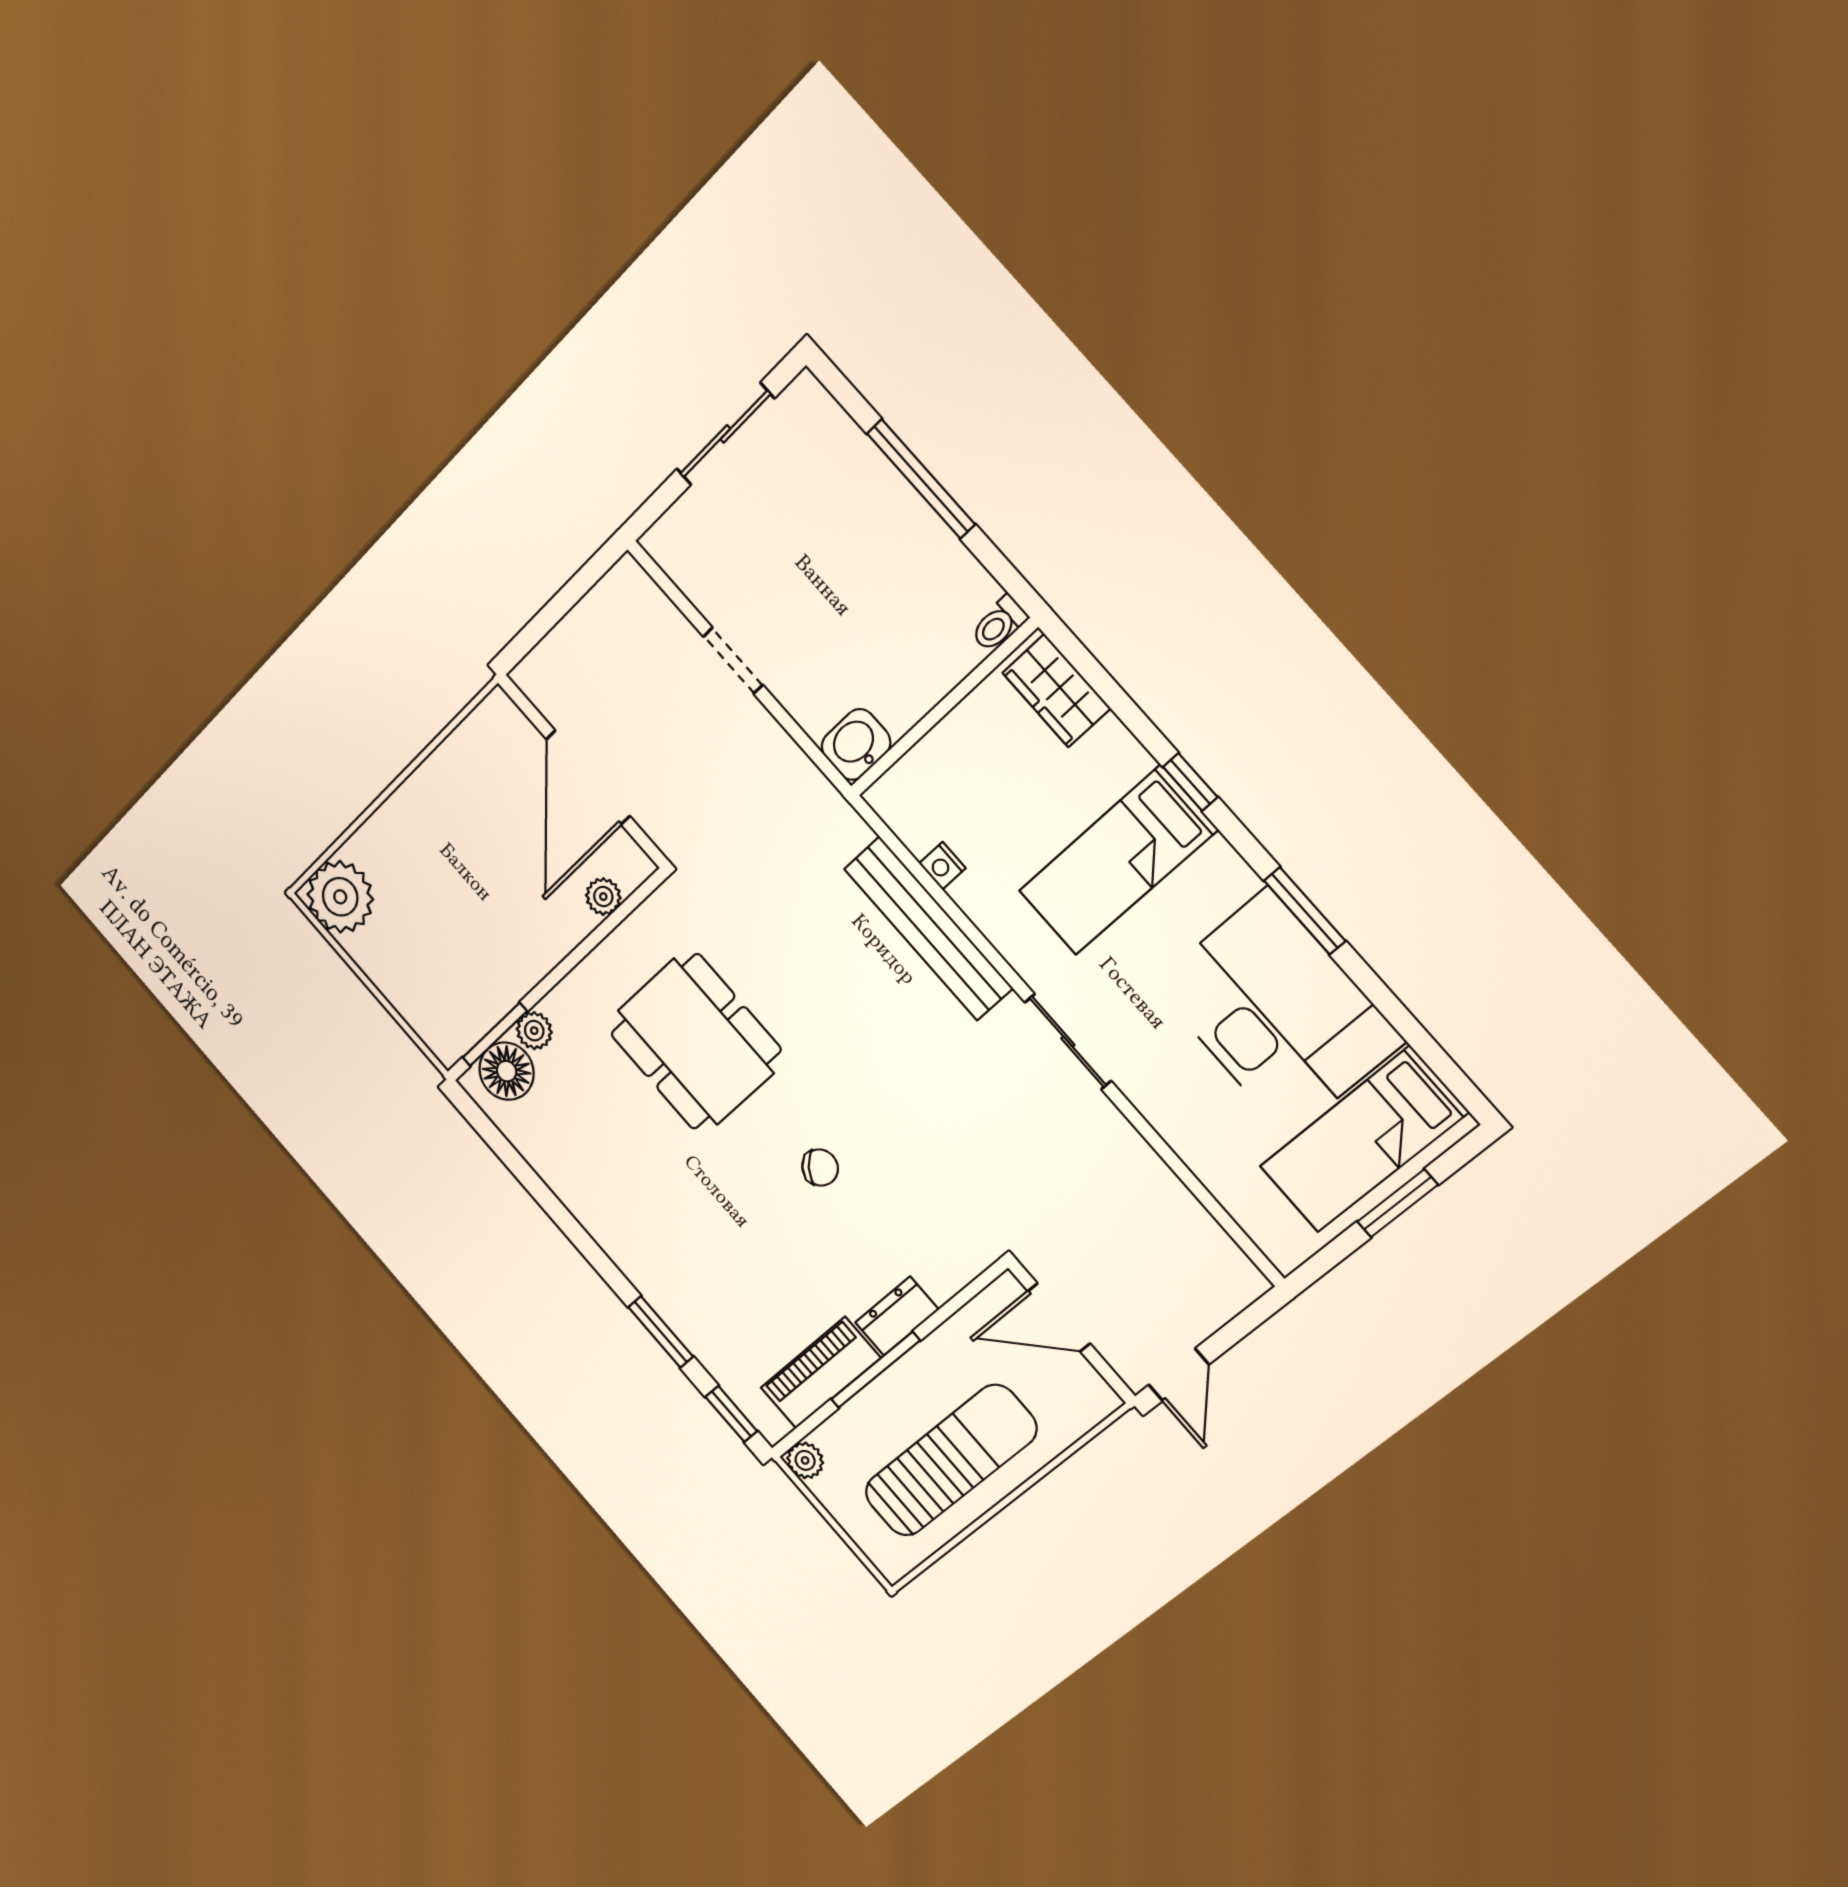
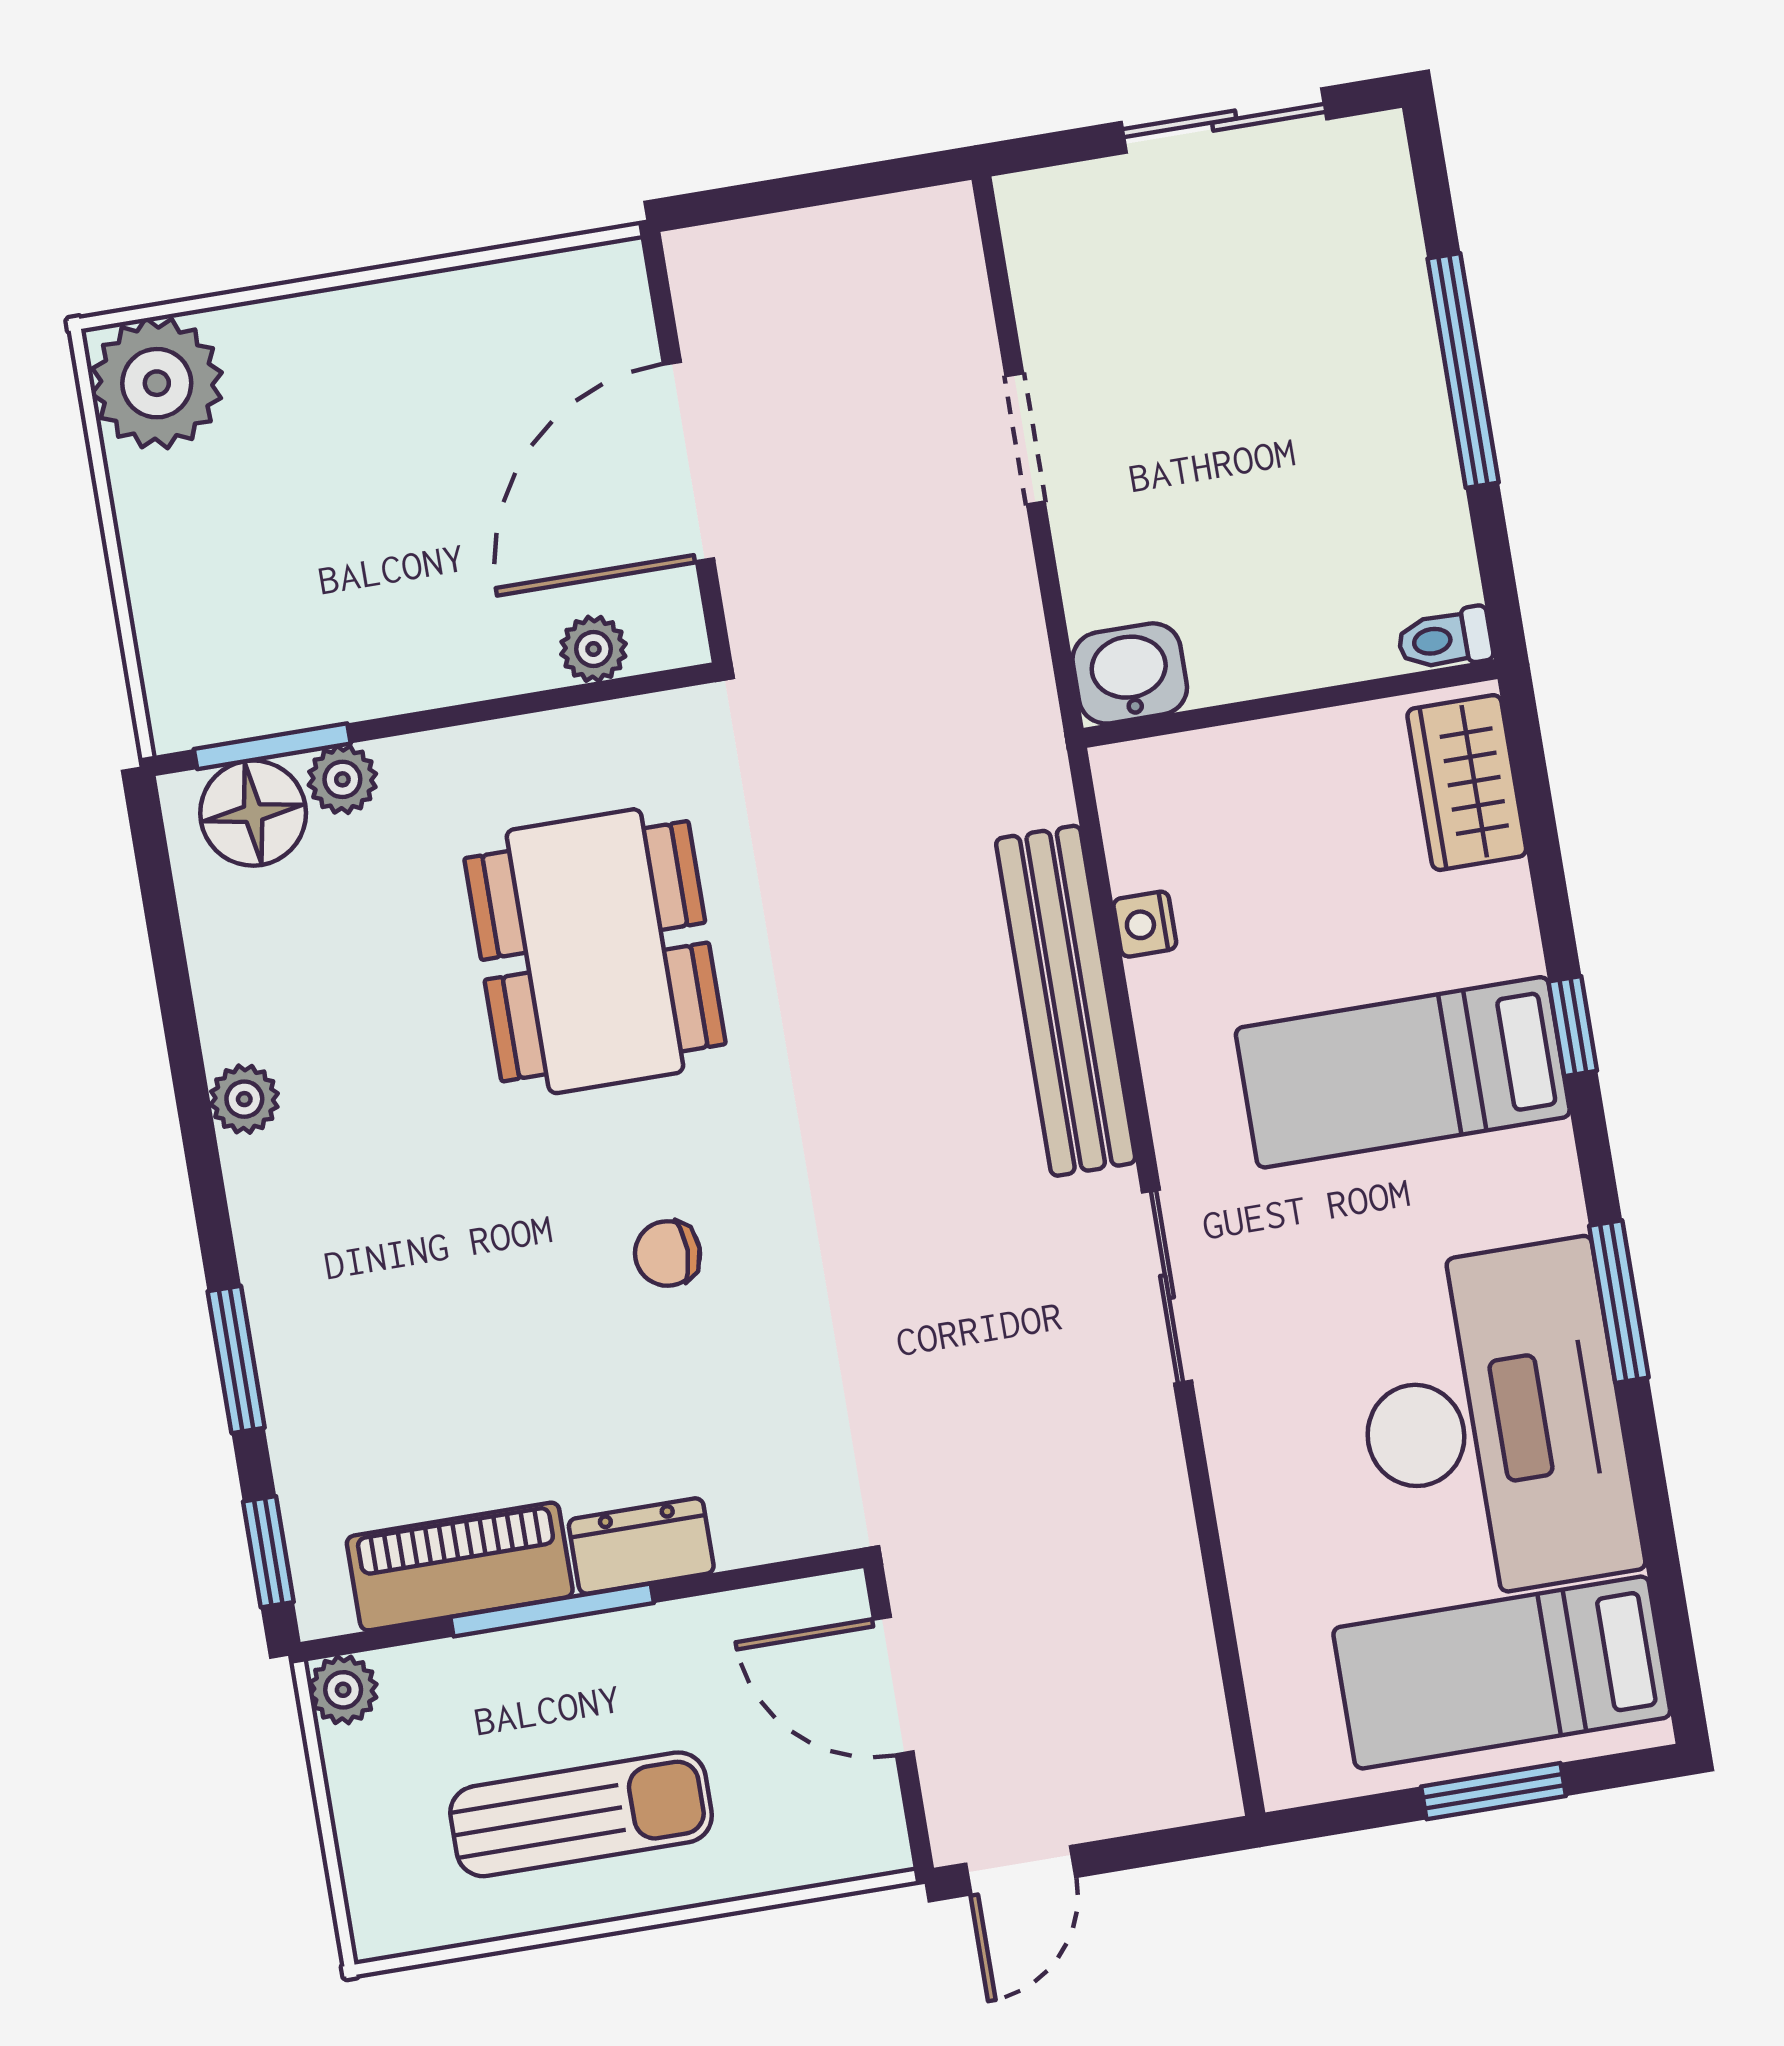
chair: (820, 1168) -> (668, 1253), turned 140
plant: (587, 1208) -> (244, 1099), added
sun lounger: (950, 1461) -> (581, 1814), width x0.73, depth x0.75

